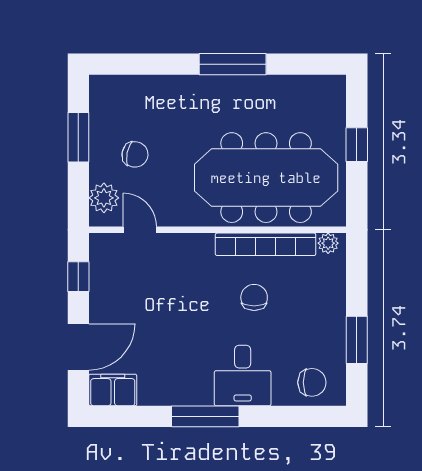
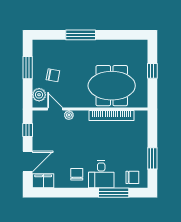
window: (233, 64) -> (81, 35), moved
meeting table: (266, 178) -> (112, 86), width x0.73
plant: (328, 243) -> (69, 115), moved
chair: (254, 297) -> (77, 174), moved
window: (205, 416) -> (114, 193), moved

